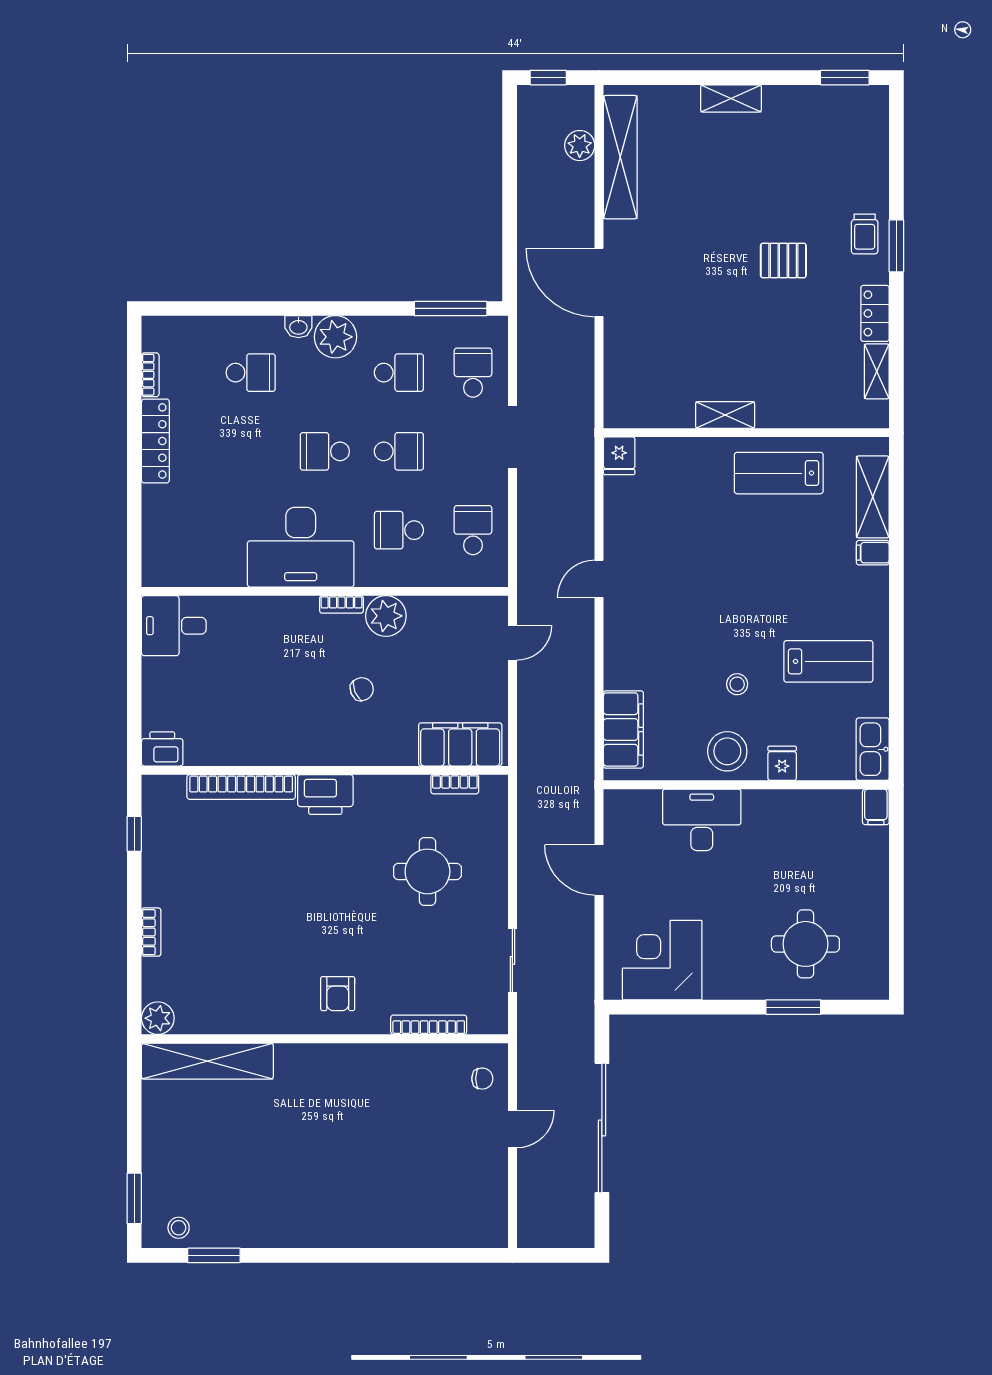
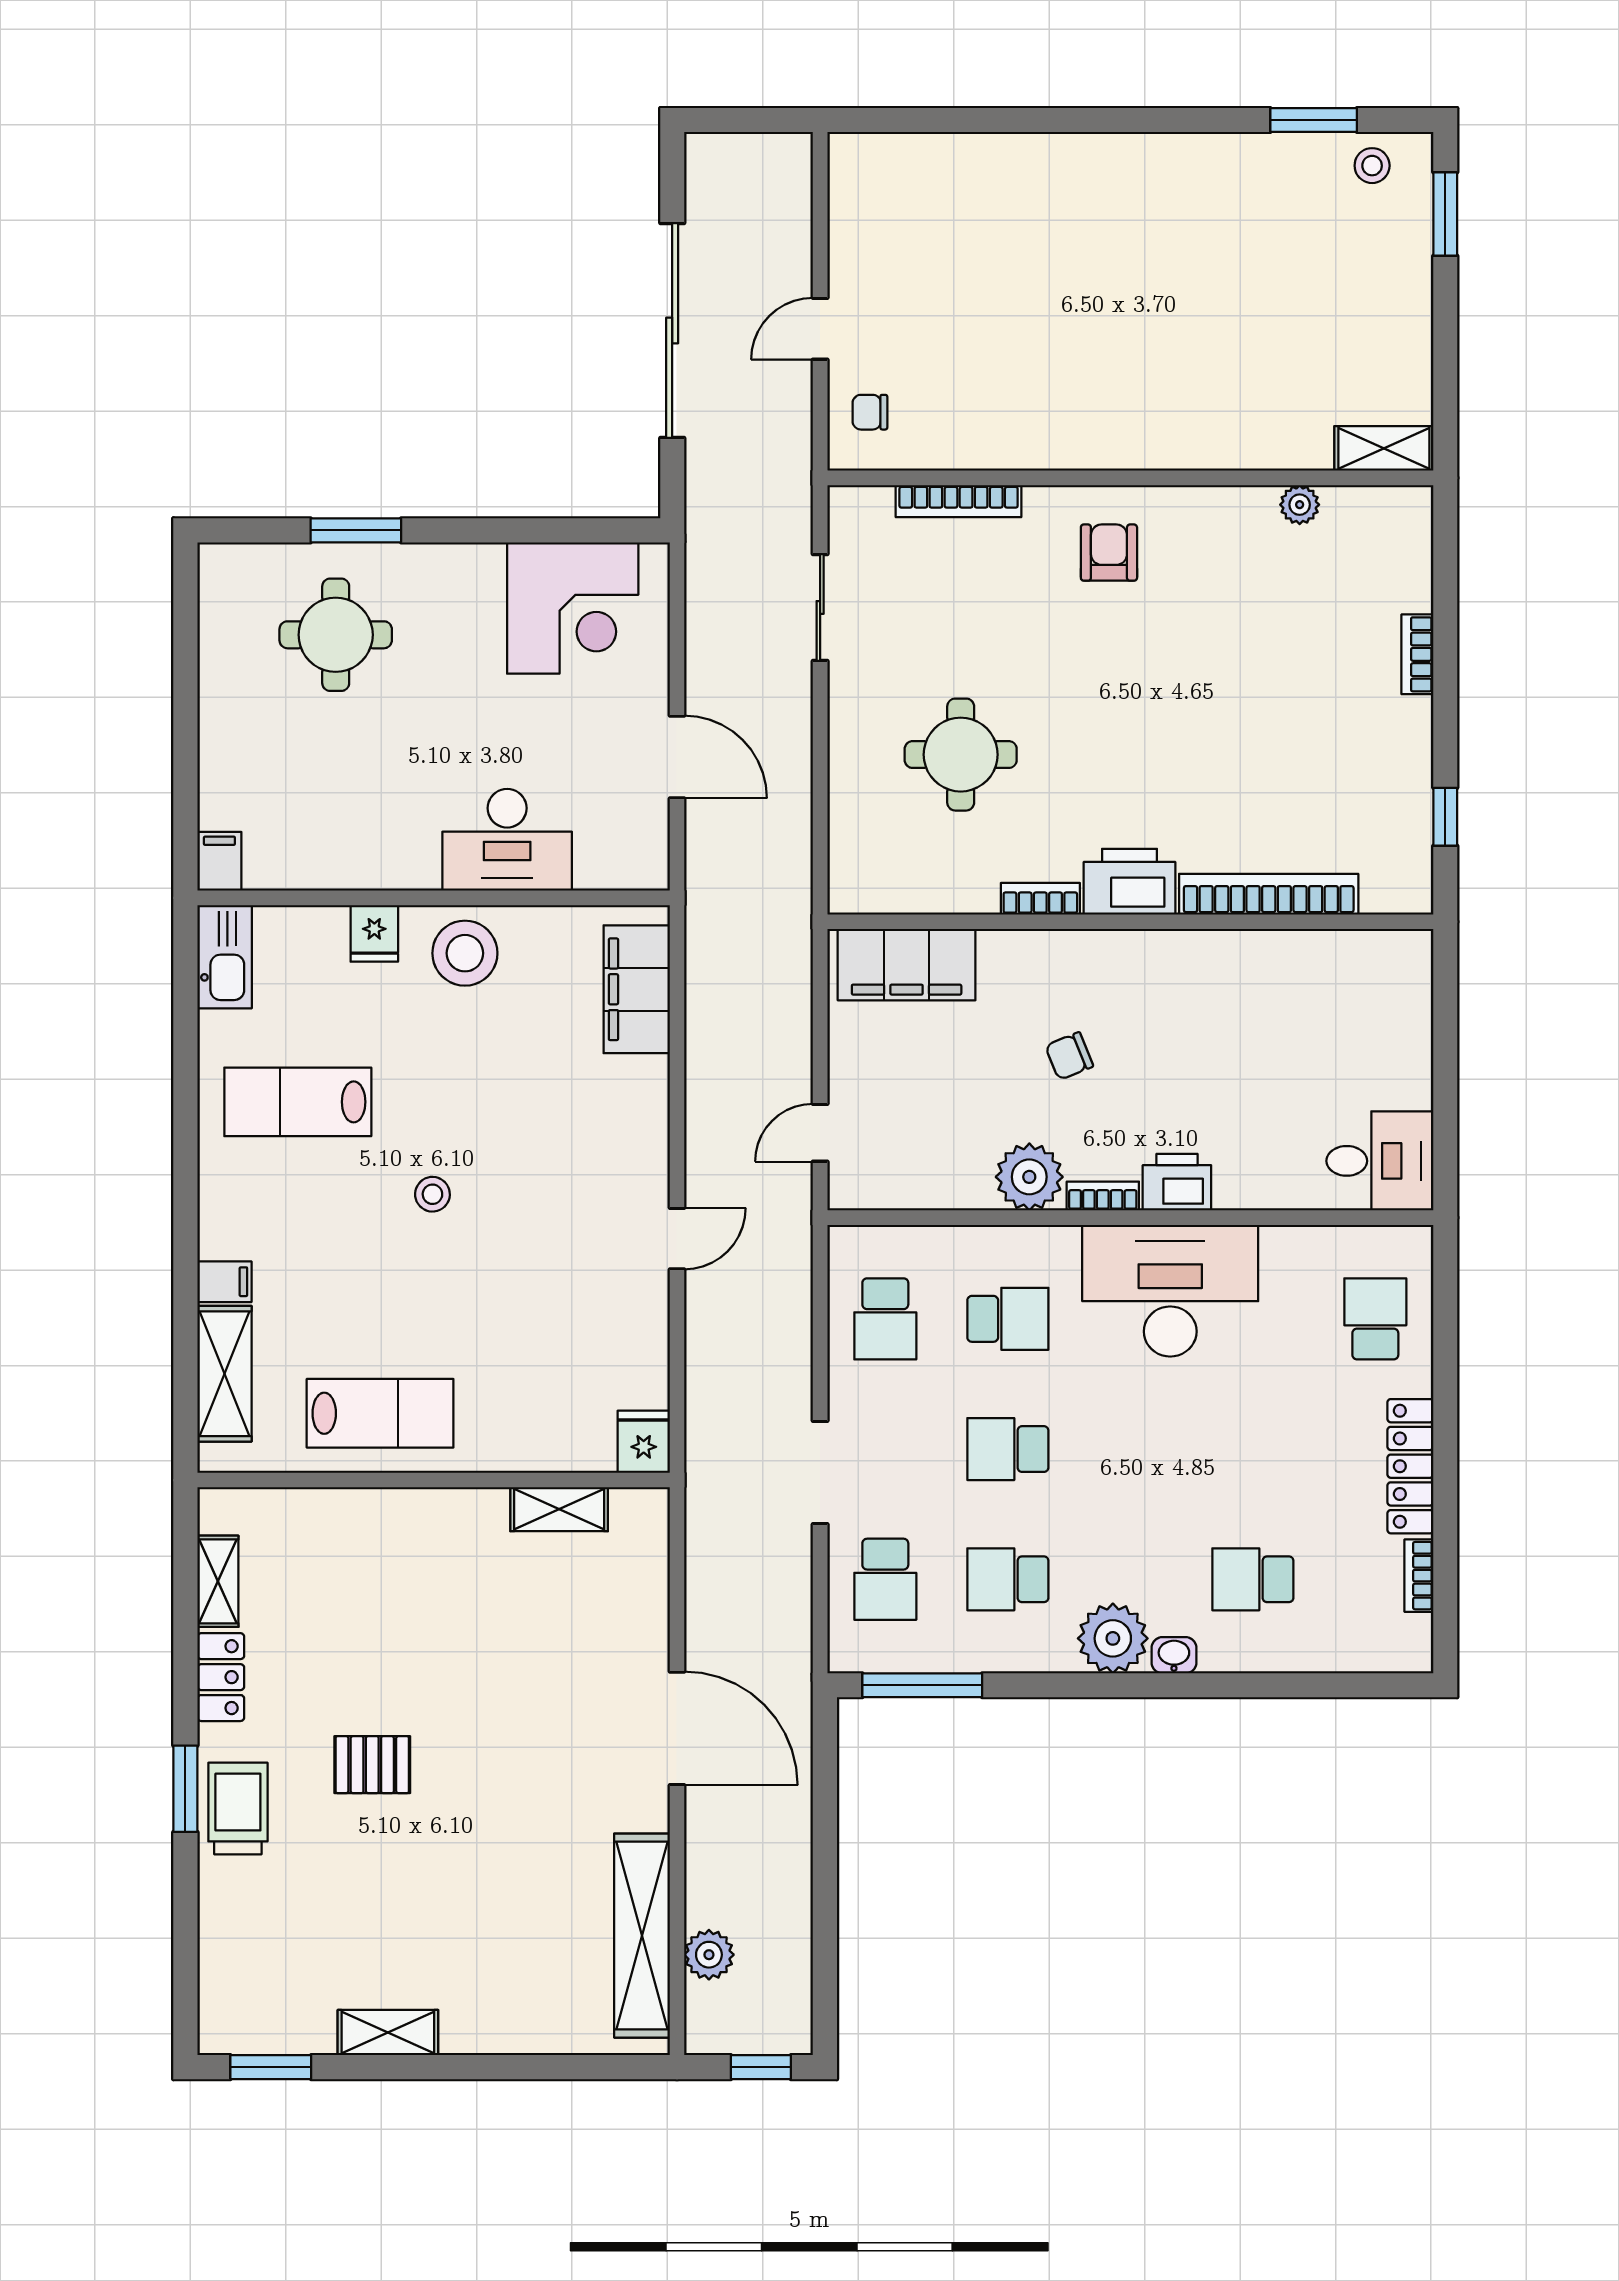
shelving: (731, 98) -> (388, 2033), moved
trolley: (865, 234) -> (238, 1808), width x1.36, depth x1.39
shelving: (725, 415) -> (559, 1509), moved
school desk: (325, 451) -> (1375, 1319), moved, turned -90
stool: (737, 684) -> (432, 1194), moved
printer: (162, 749) -> (1177, 1182), moved, turned 180
bookcase: (455, 784) -> (1040, 899), moved
plant: (158, 1018) -> (1300, 505), moved, width x0.73, depth x0.73
shelving: (207, 1061) -> (1384, 448), width x0.45, depth x0.75

